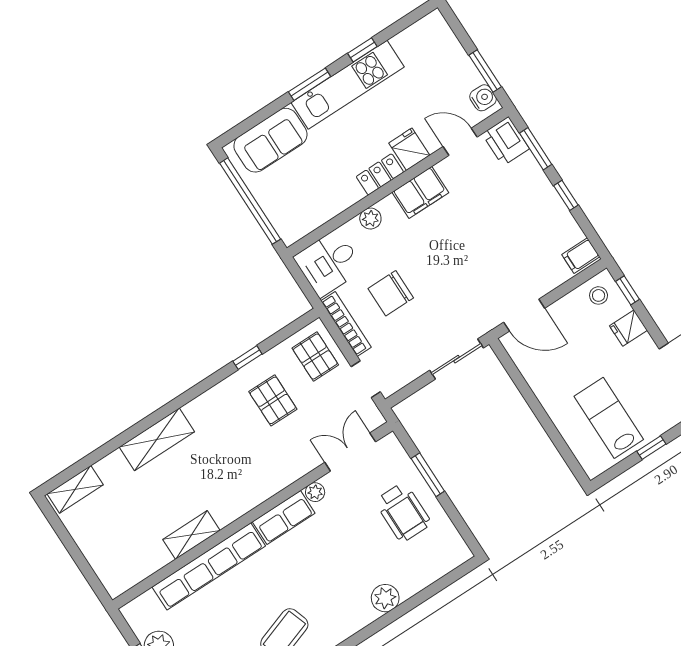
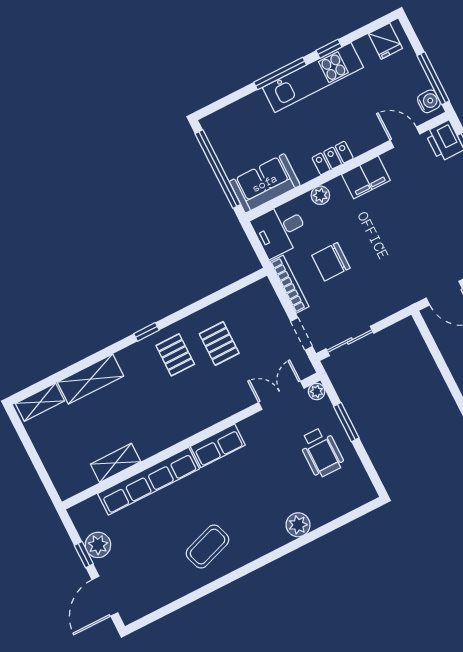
window: (485, 71) -> (433, 78), width x1.44
window: (310, 84) -> (280, 74), width x1.44
sofa: (270, 140) -> (265, 183), moved, turned 180
fridge: (409, 149) -> (385, 41), moved, turned 180
pallet: (315, 357) -> (175, 355), moved
window: (247, 358) -> (146, 332), moved
sliding door: (457, 359) -> (350, 341), moved
shelving: (157, 439) -> (90, 379), moved
plant: (315, 492) -> (317, 391), moved
shelving: (191, 535) -> (116, 463), moved

